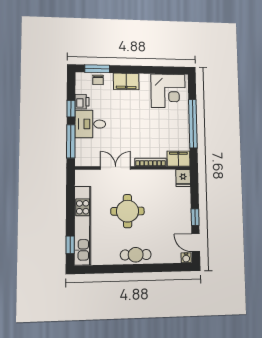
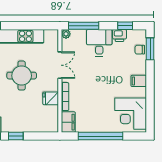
filing cabinet: (126, 81) -> (139, 81), width x0.50
window: (71, 109) -> (125, 26), moved
plant: (80, 161) -> (66, 34), added
fridge: (183, 178) -> (51, 98), moved

